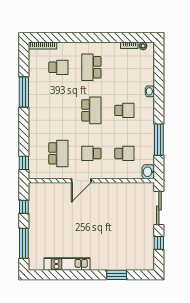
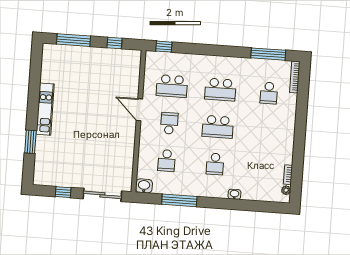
school desk: (91, 67) -> (220, 90), moved, turned 180
window: (24, 92) -> (268, 54), moved
kitchen unit: (67, 264) -> (45, 109), moved

